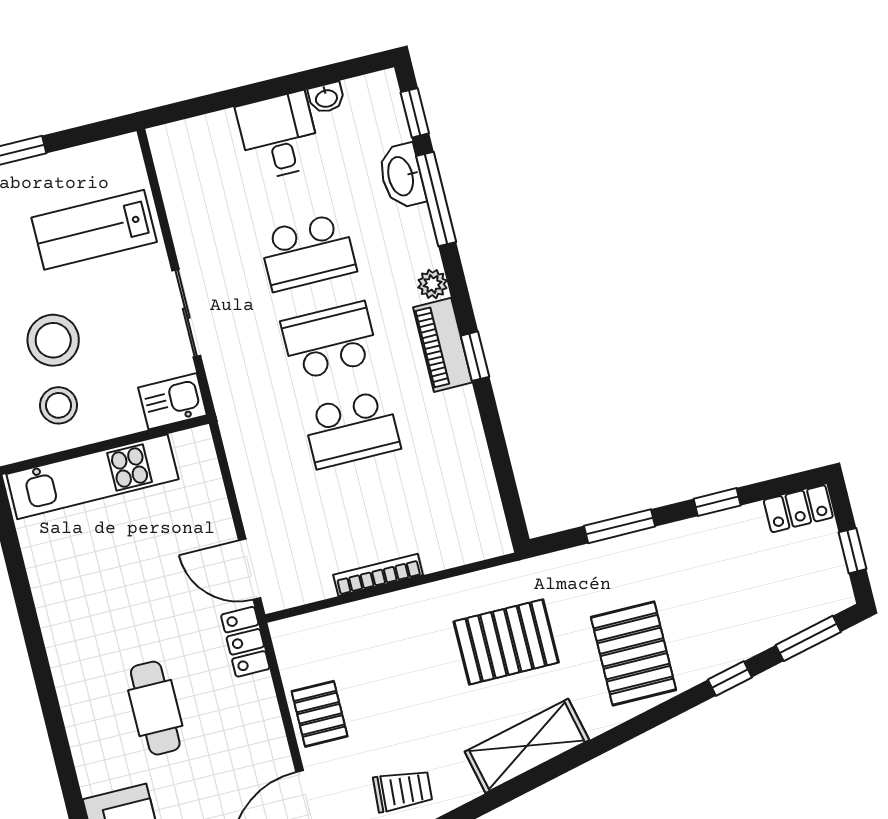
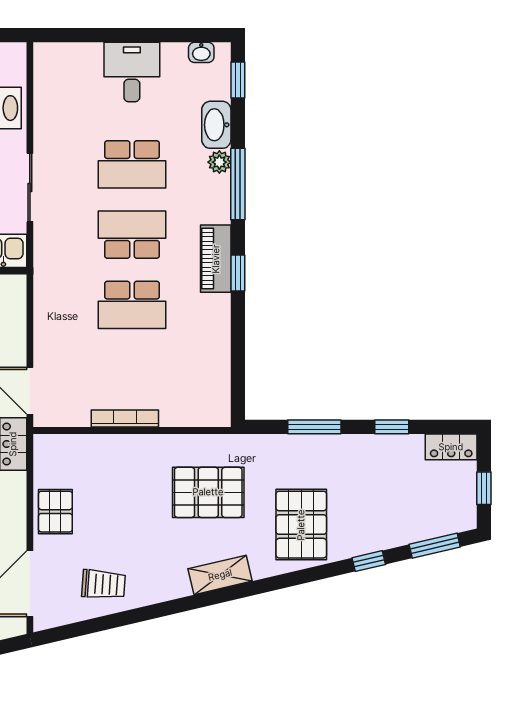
washbasin: (326, 98) -> (201, 52), moved
window: (436, 199) -> (238, 184), moved
plant: (432, 284) -> (219, 162), moved
shelving: (527, 746) -> (220, 575), width x0.67, depth x0.75

